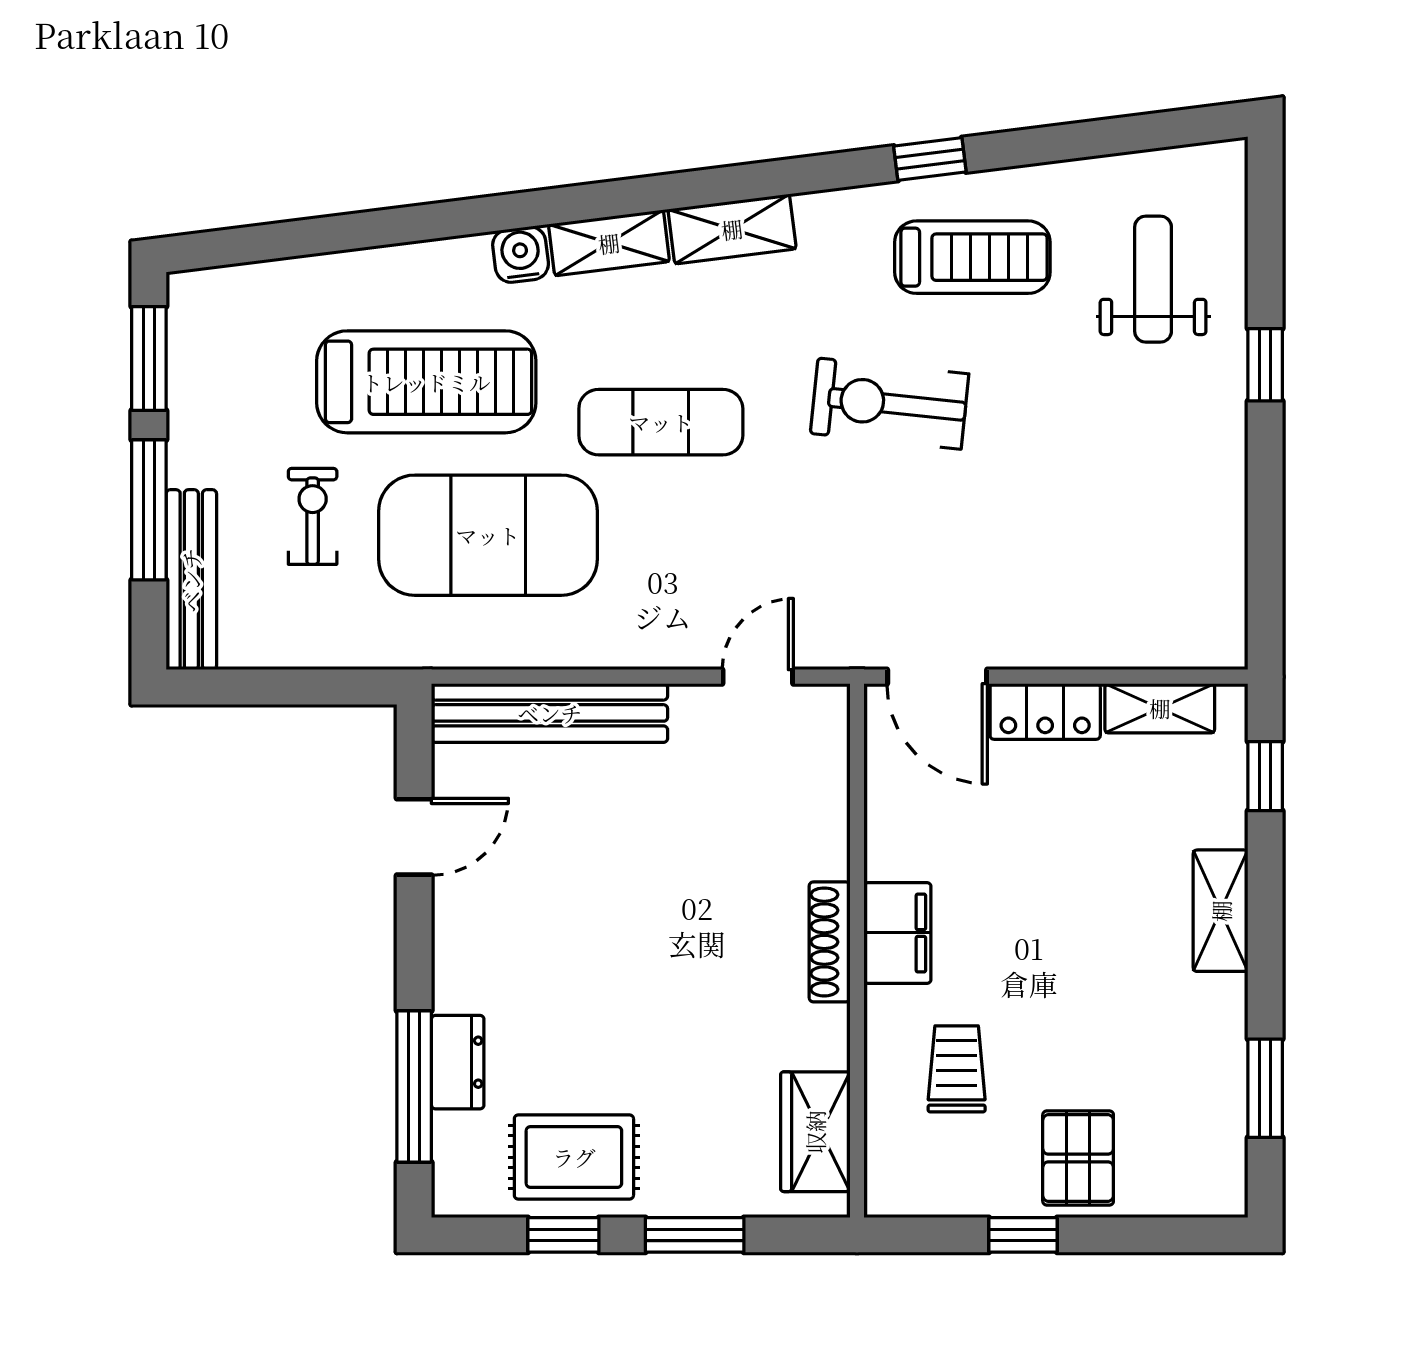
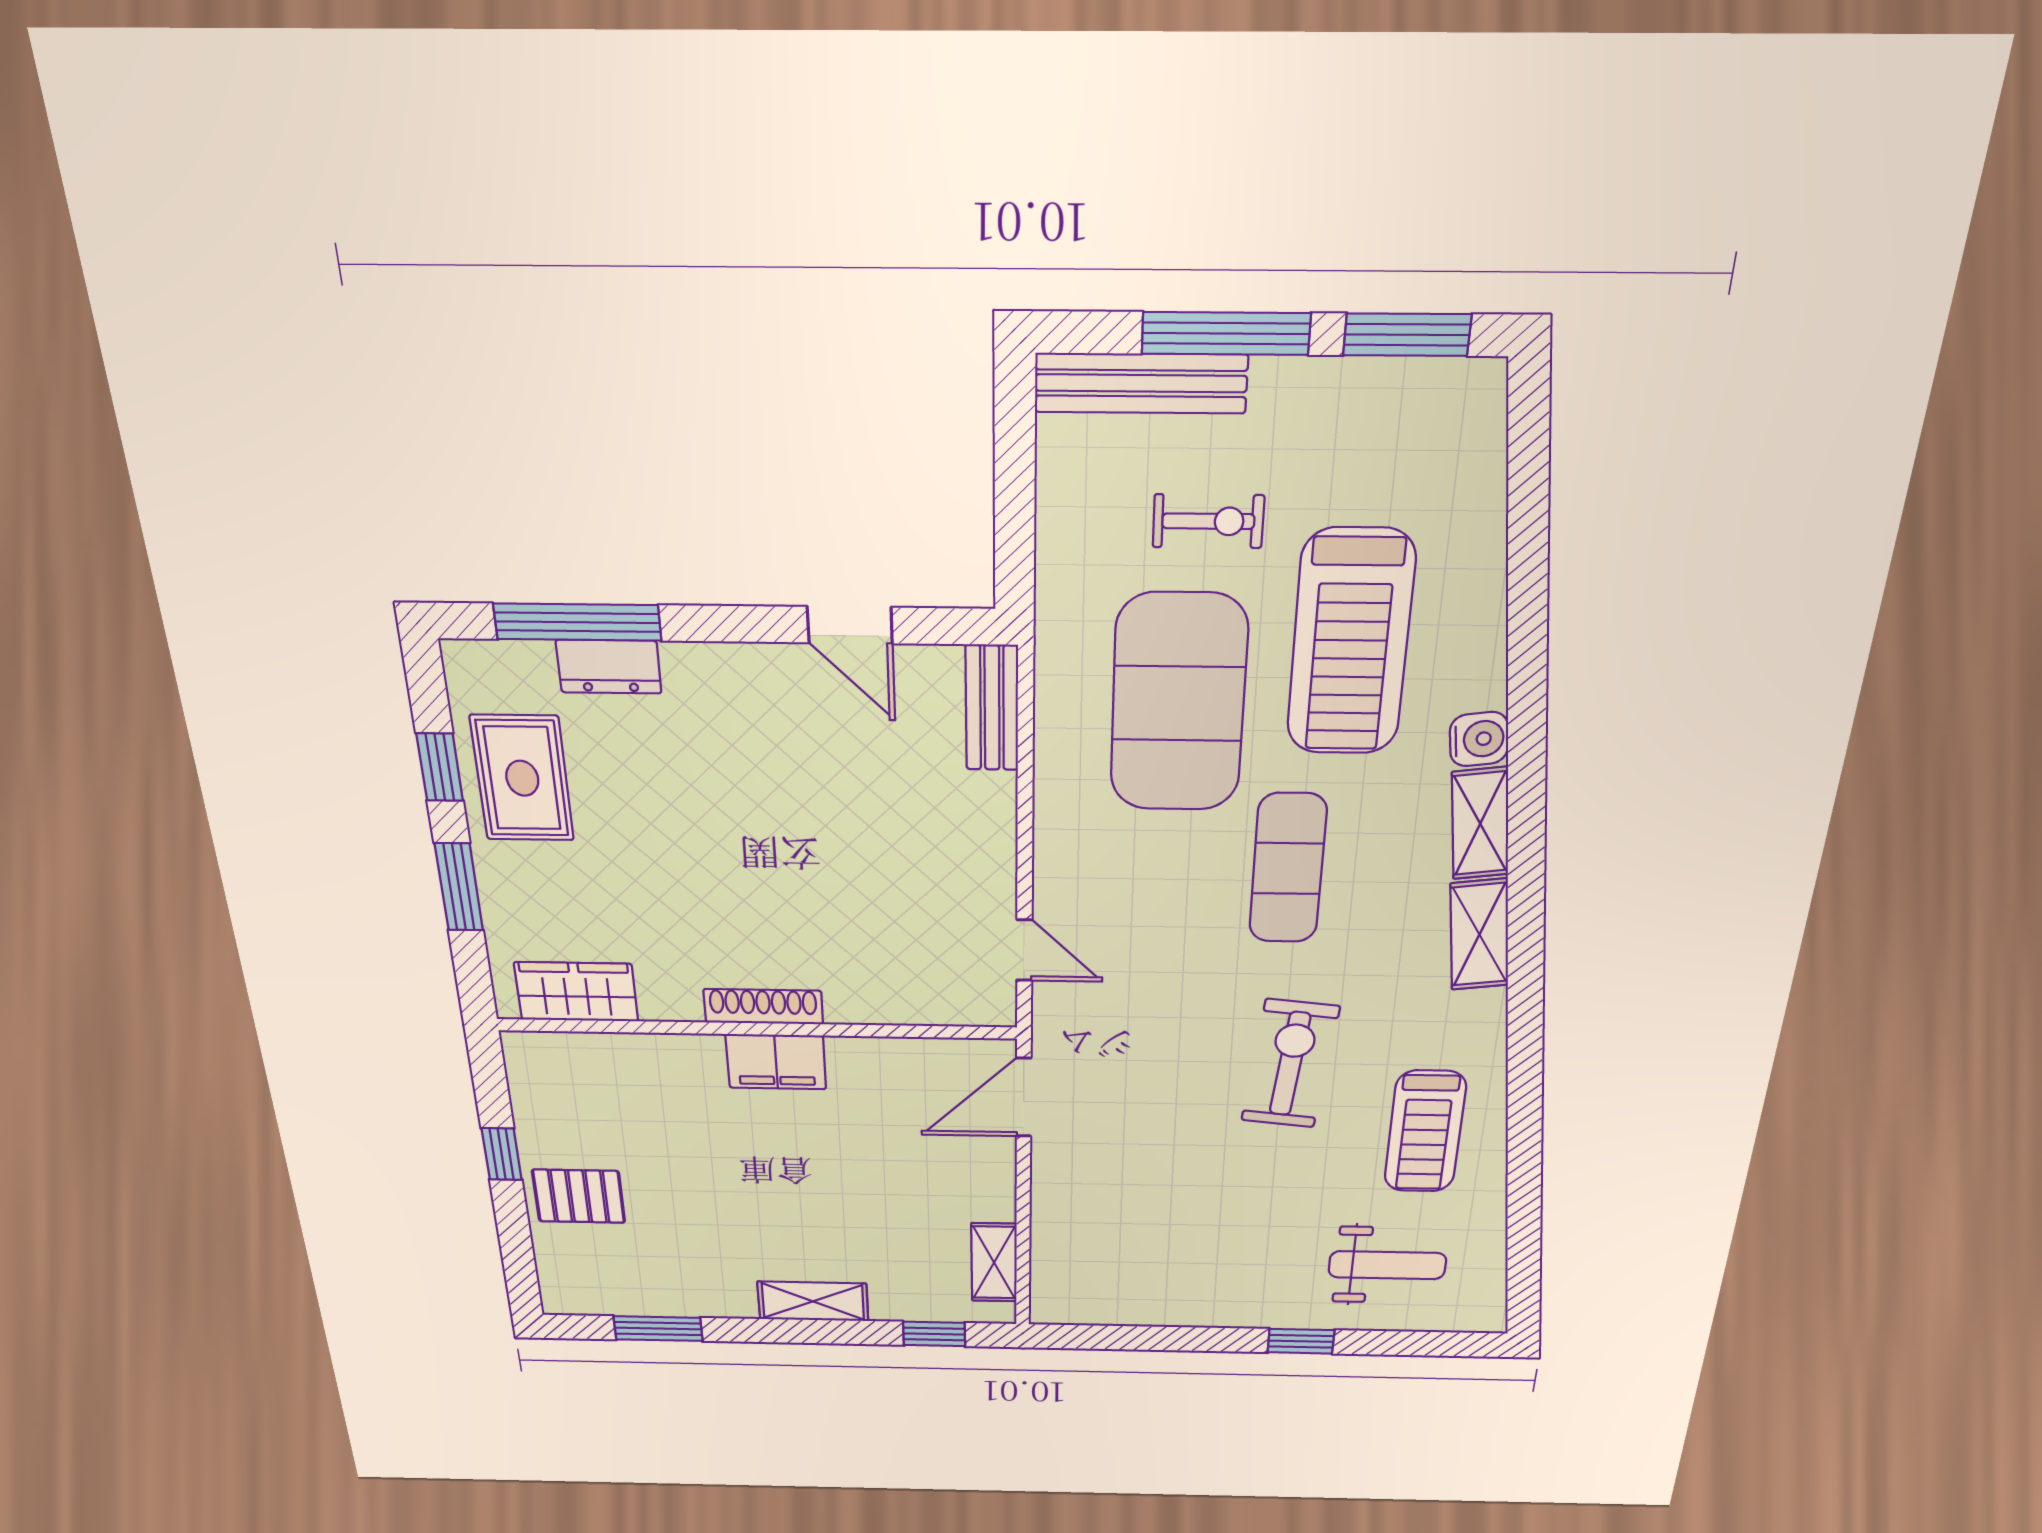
window: (930, 159) -> (1525, 1100), removed
locker: (1045, 711) -> (991, 1179), removed
bench: (550, 713) -> (992, 708), width x0.54, depth x0.82
trolley: (957, 1069) -> (650, 1106), removed

